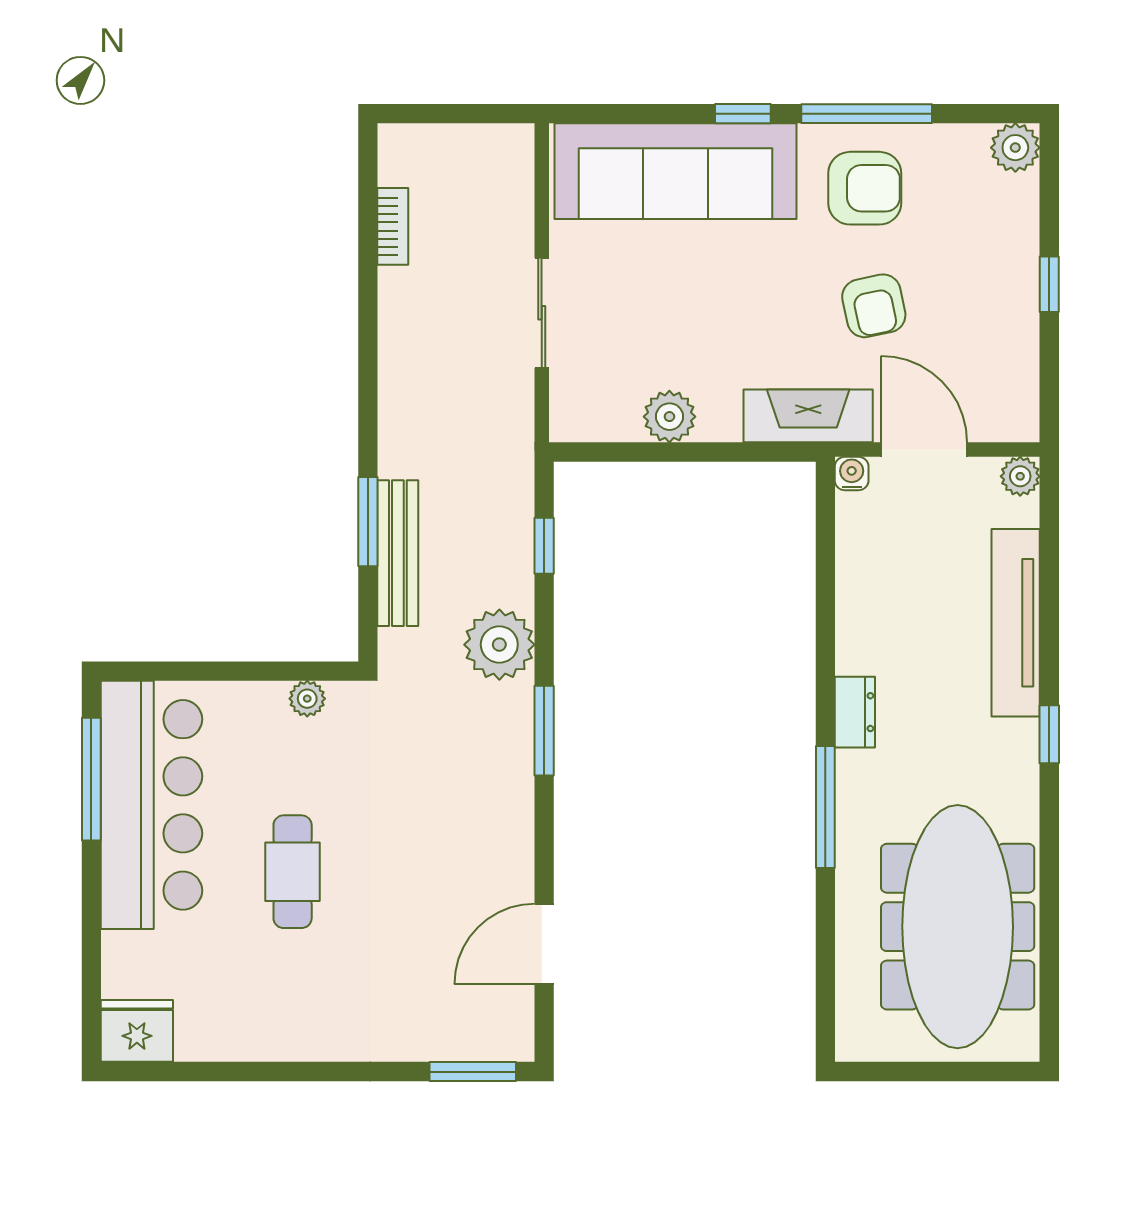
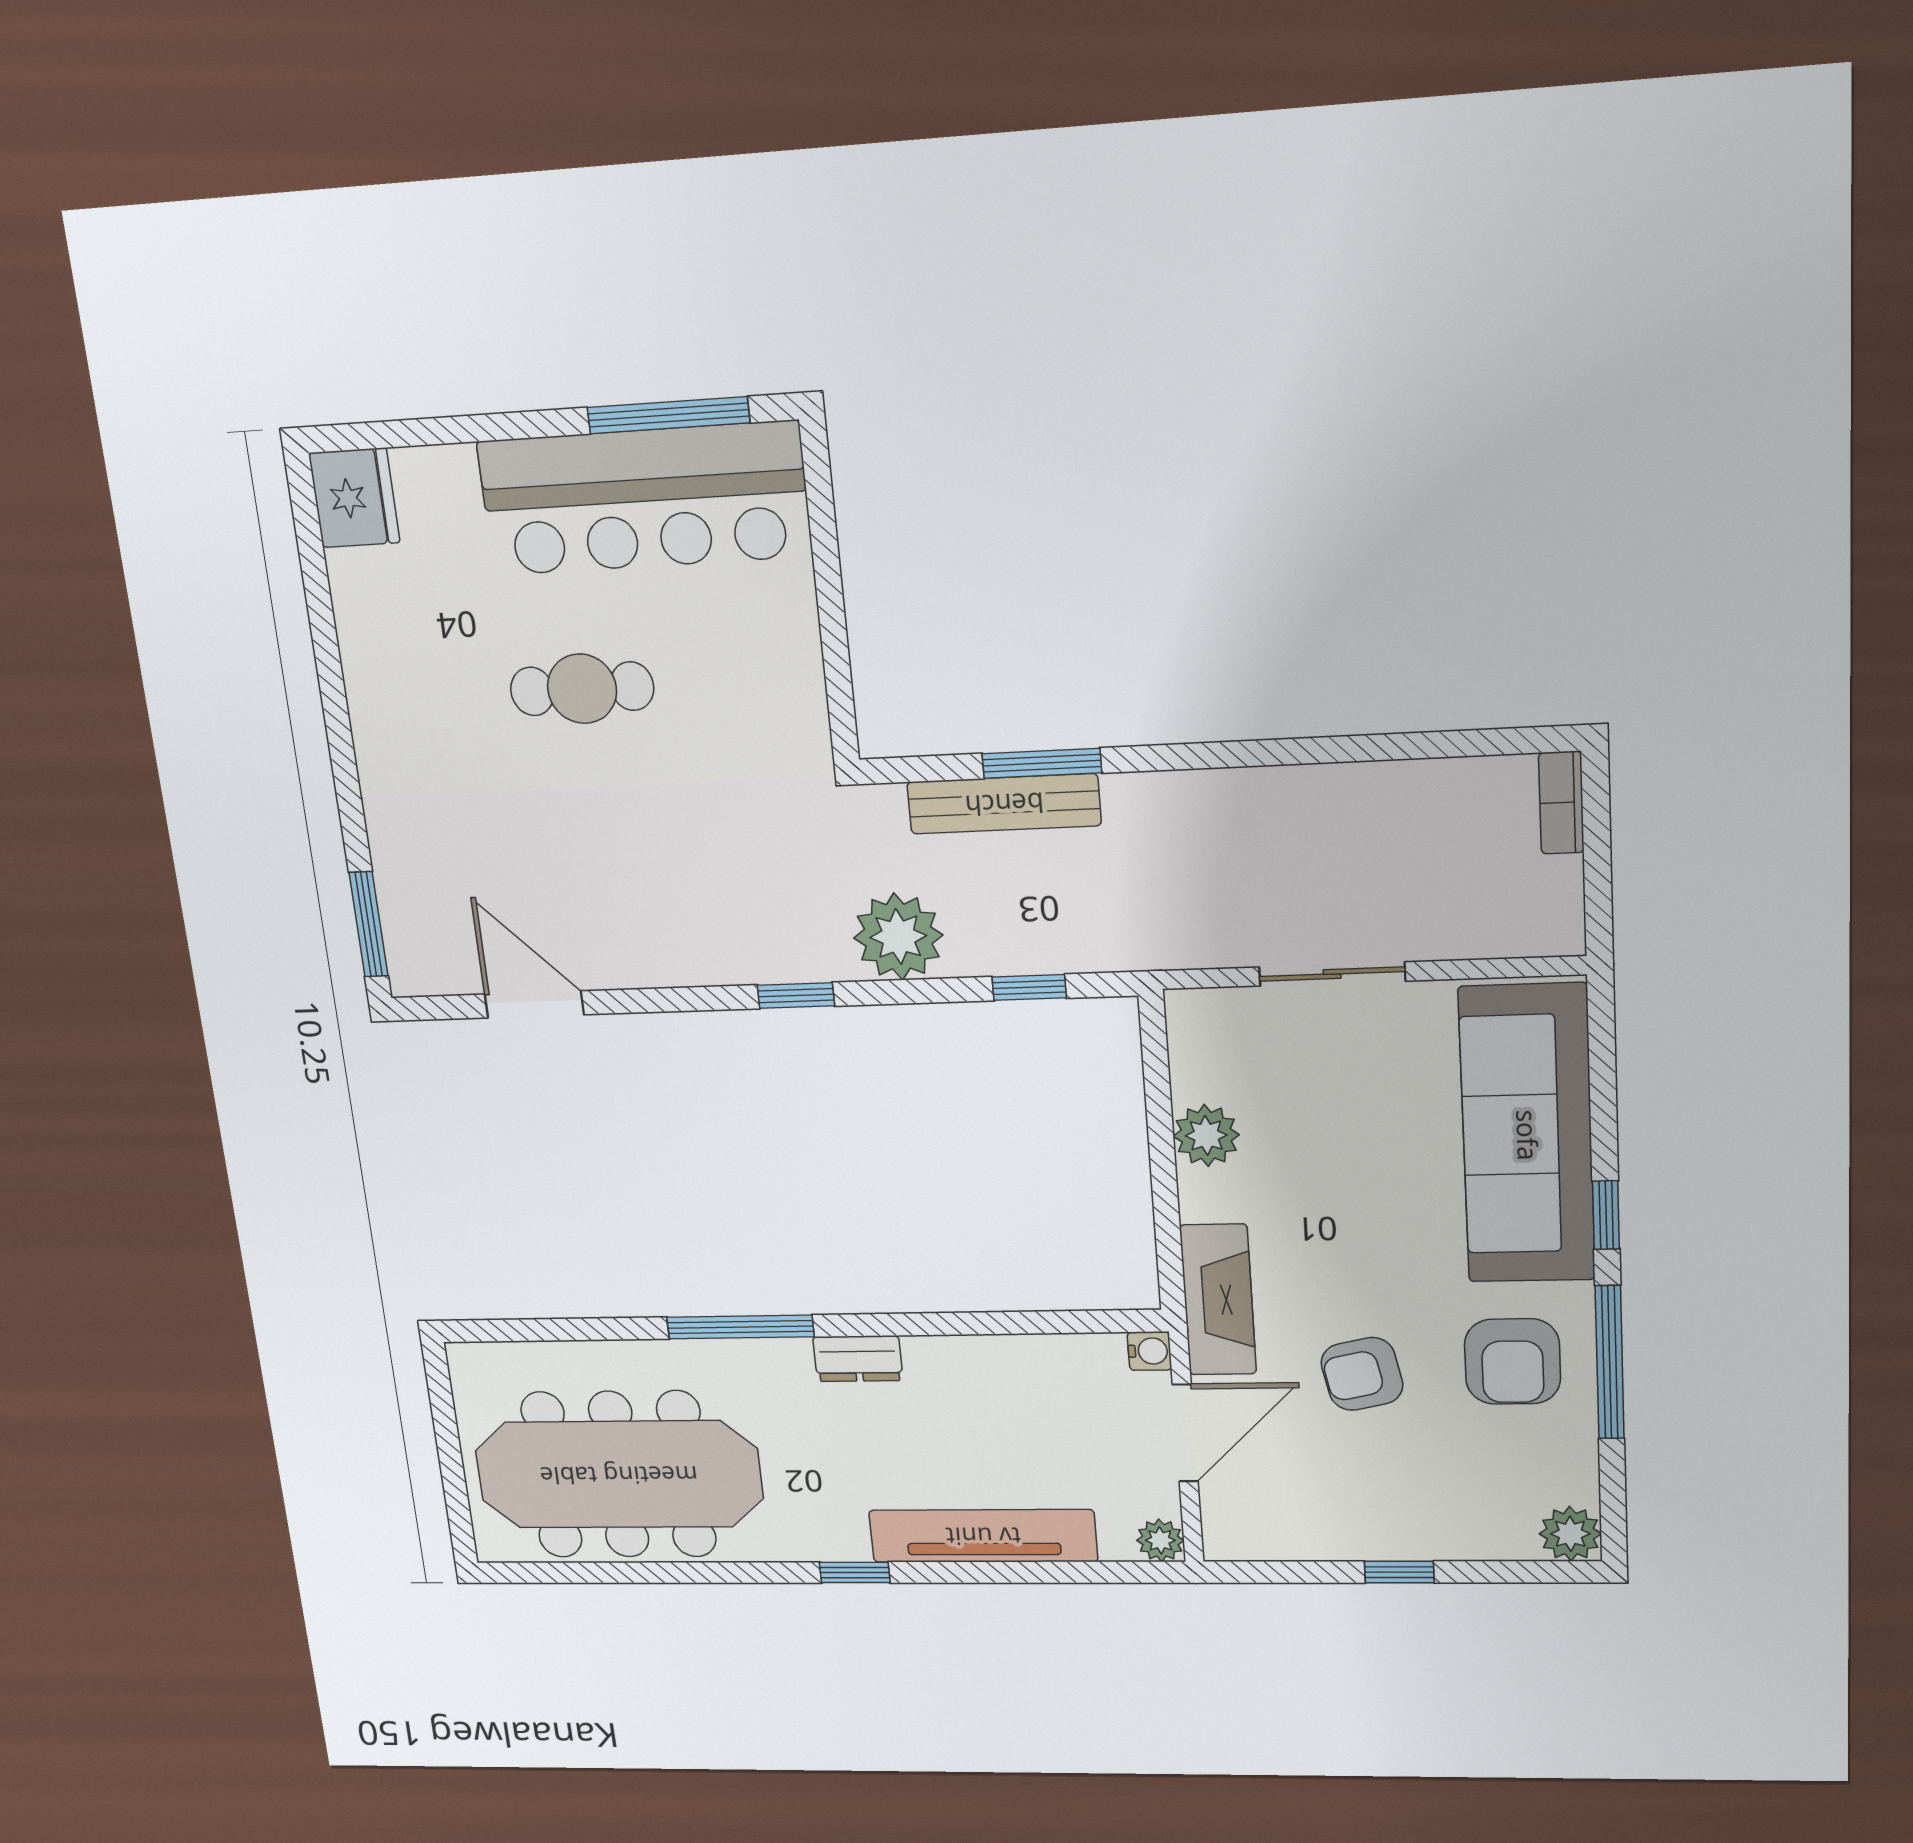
bookcase: (393, 226) -> (1561, 803), moved, turned 90
plant: (307, 699) -> (804, 696), removed
window: (544, 731) -> (796, 995), width x0.67

